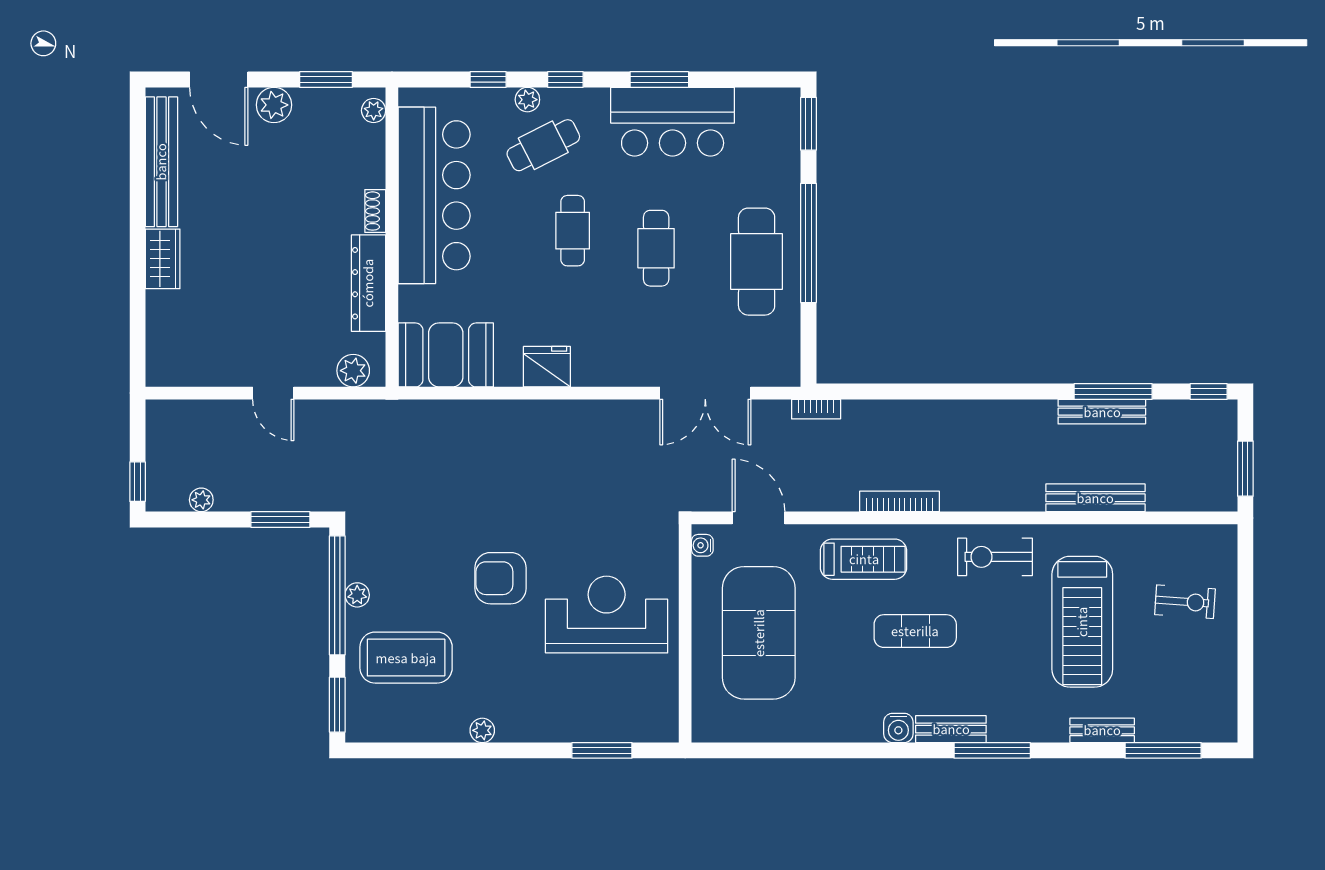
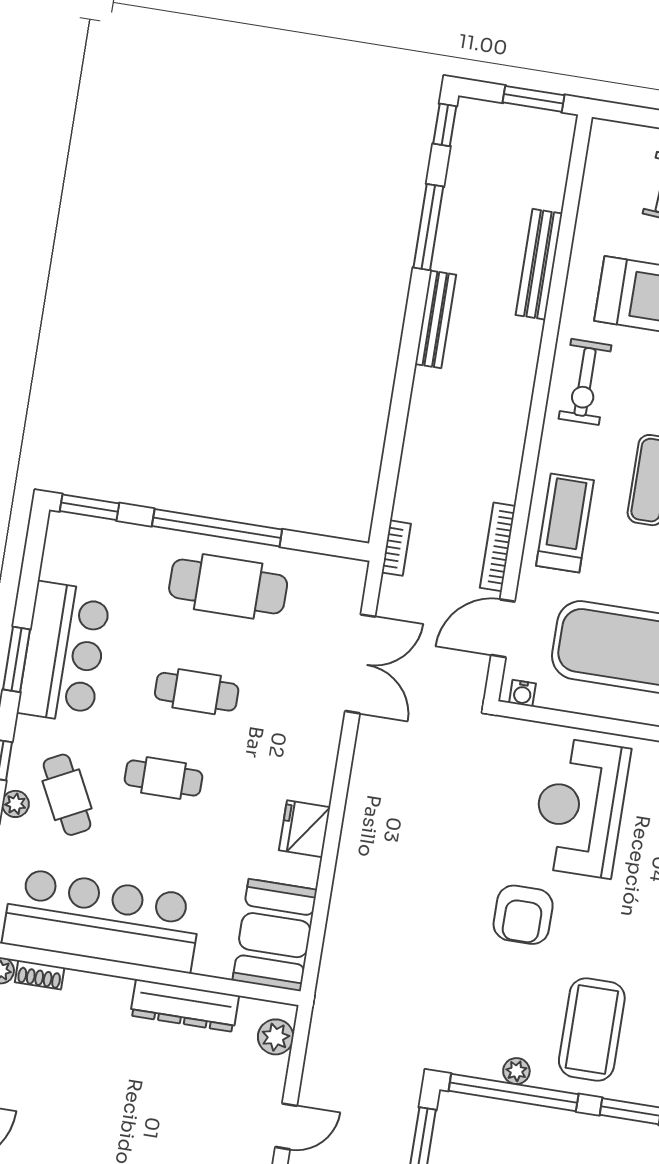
shoe rack: (375, 211) -> (40, 975), moved
bench: (1102, 412) -> (436, 319), moved
bookcase: (899, 501) -> (498, 547), moved

